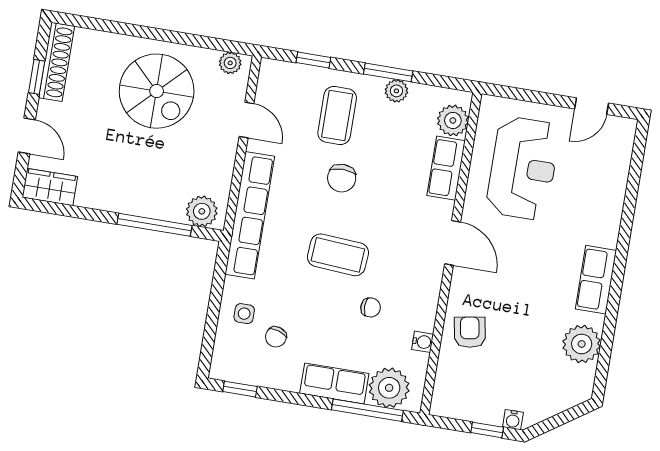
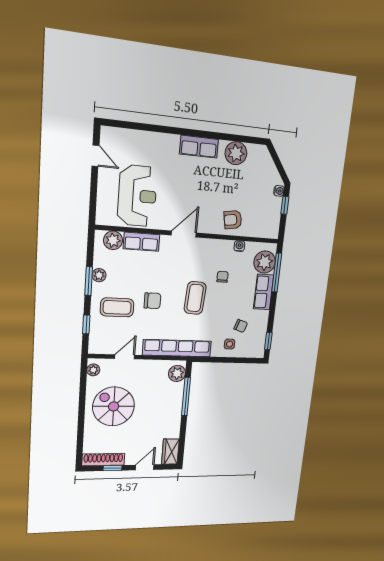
spiral stairs: (157, 91) -> (114, 406), turned -90
reception desk: (523, 168) -> (137, 196), turned 90

